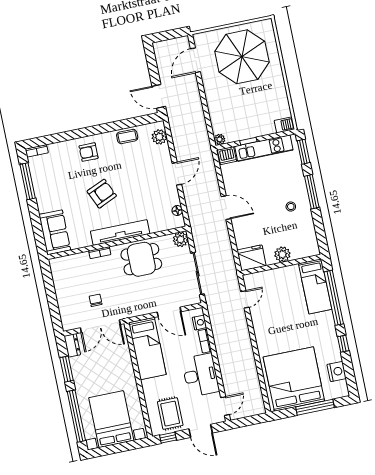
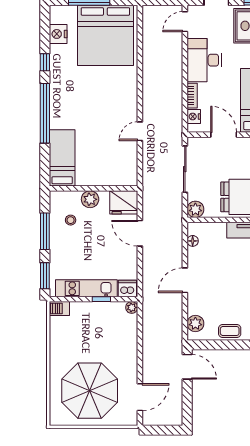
plant: (282, 254) -> (90, 199), moved
fridge: (252, 258) -> (124, 202), moved
wall: (281, 265) -> (94, 188), moved
bed: (315, 286) -> (62, 158), moved

